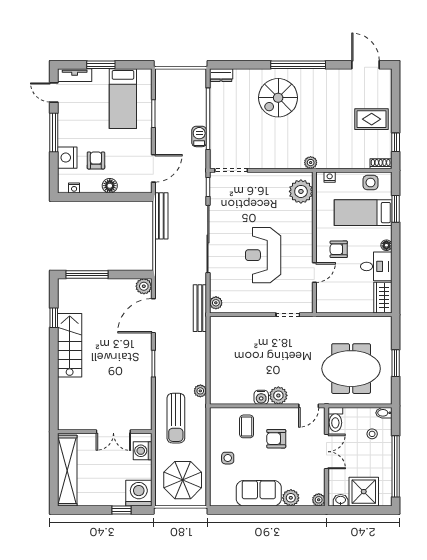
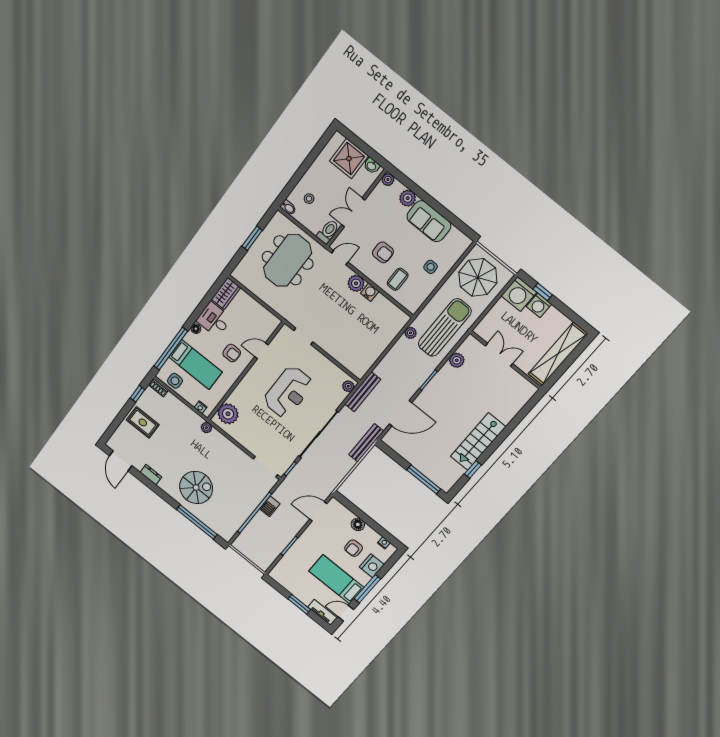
window: (298, 65) -> (197, 522), moved
dresser: (221, 75) -> (151, 475), moved
door: (54, 92) -> (346, 613), swing flipped
bed: (123, 99) -> (336, 579), moved, turned -90
window: (396, 209) -> (171, 349), width x2.11
bench: (161, 216) -> (366, 443), moved
plant: (144, 286) -> (457, 360), moved
meeting table: (351, 369) -> (288, 260), turned 90
sun lounger: (176, 418) -> (445, 328), width x1.36, depth x1.34
washing machine: (143, 451) -> (539, 305), moved, turned 90
window: (396, 466) -> (310, 159), removed

